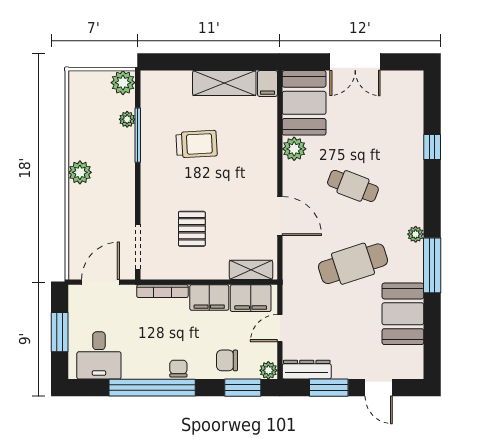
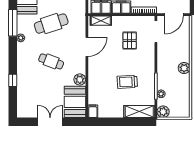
shelving: (224, 83) -> (139, 111), moved
door: (280, 216) -> (87, 47), swing flipped

